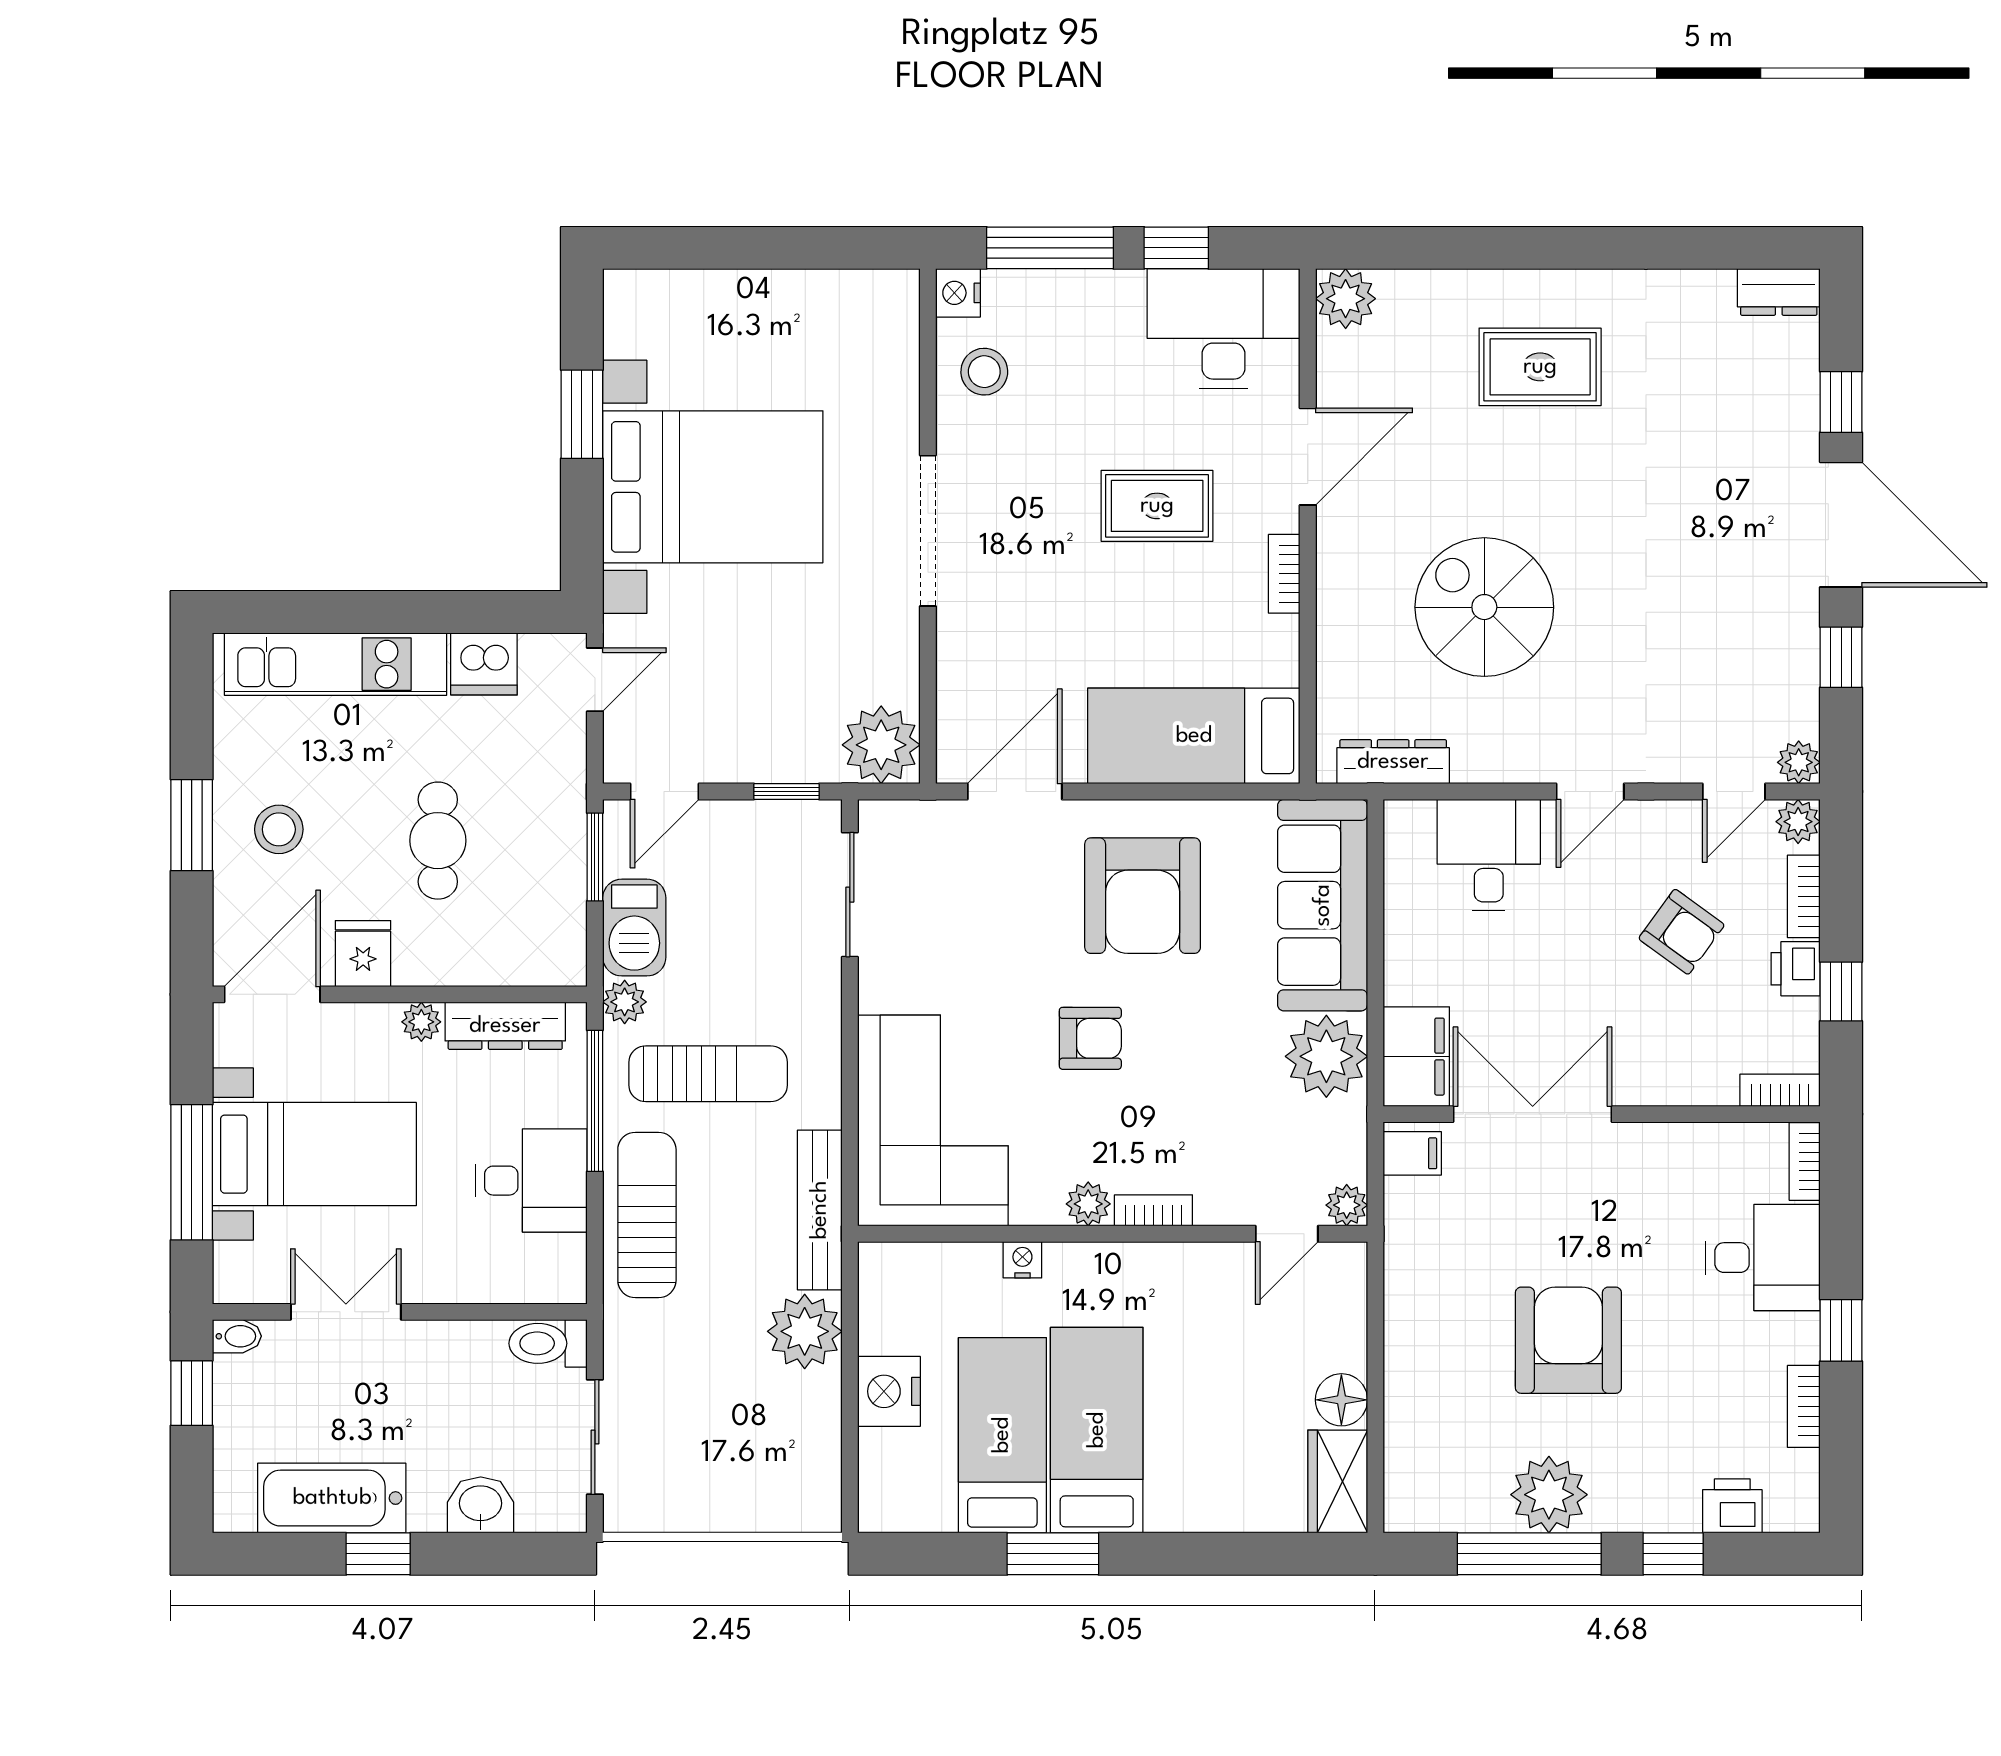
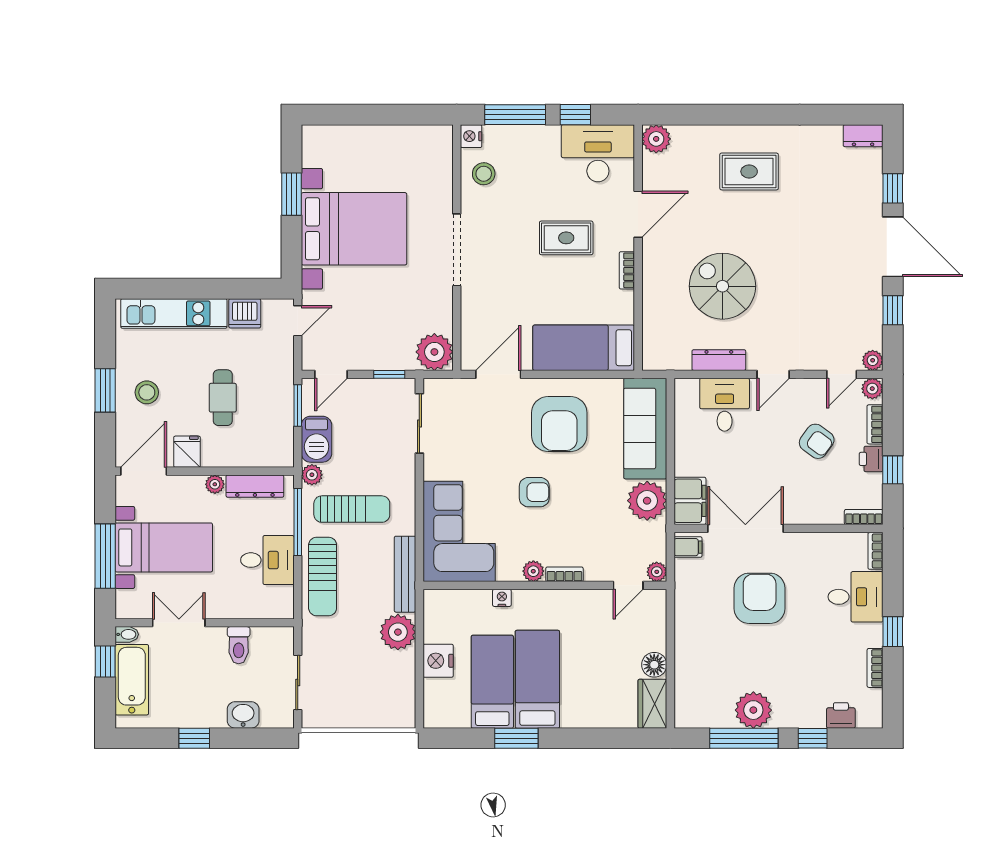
dresser: (1393, 762) -> (719, 360), moved
sun lounger: (647, 1215) -> (323, 577), turned 180
armchair: (1568, 1340) -> (760, 598), moved
toilet: (548, 1343) -> (239, 645), moved, turned -90
bathtub: (332, 1498) -> (132, 680), moved, turned 90

